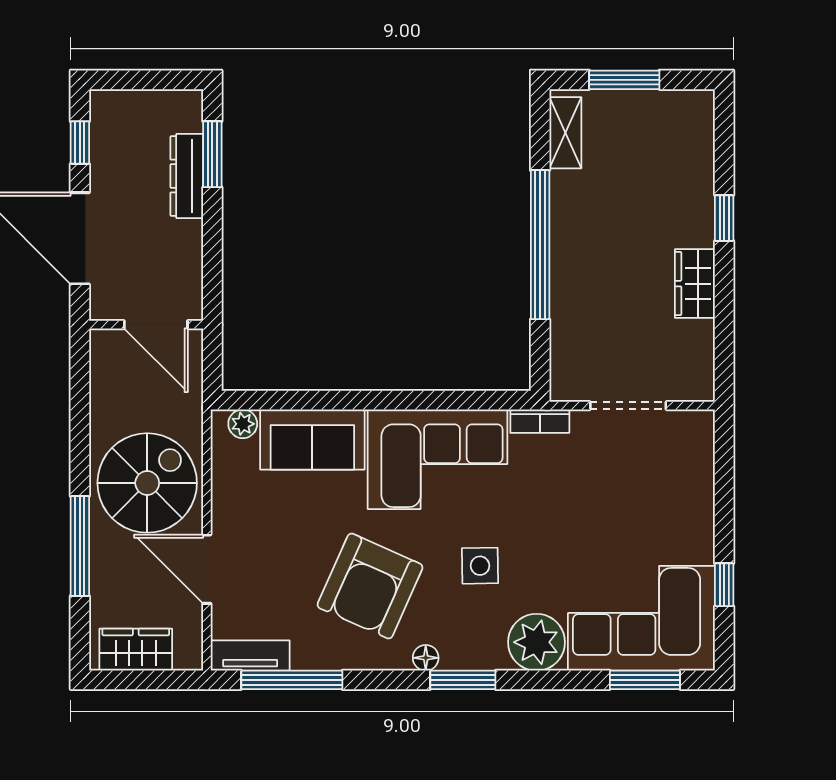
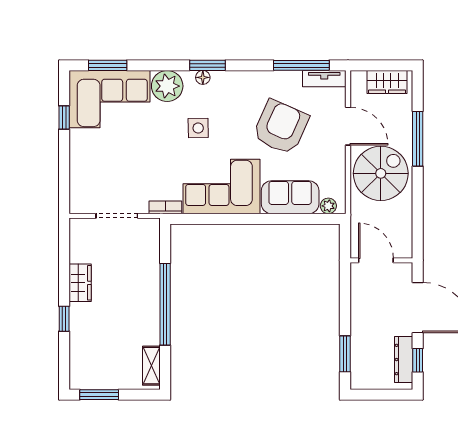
window: (624, 80) -> (99, 395), moved
dresser: (187, 176) -> (404, 360), moved, turned 180
spiral stairs: (147, 483) -> (381, 173), turned 180
armchair: (370, 586) -> (281, 127), moved
floor lamp: (426, 658) -> (203, 77), moved

